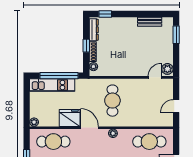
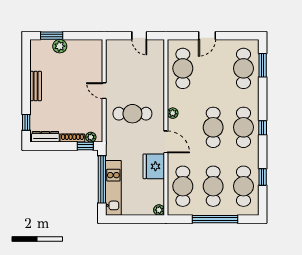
bench: (150, 22) -> (36, 86), moved
window: (86, 46) -> (85, 146), moved
plant: (167, 69) -> (60, 46), moved
door: (155, 77) -> (104, 91), moved
door: (89, 128) -> (166, 142), swing flipped

